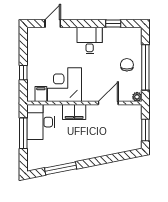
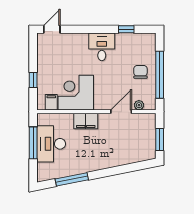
door: (53, 24) -> (52, 29), moved
plant: (137, 97) -> (139, 105), moved
desk: (41, 122) -> (51, 144), moved

